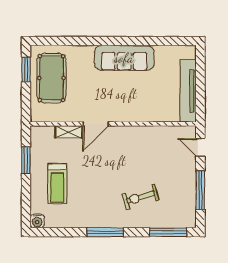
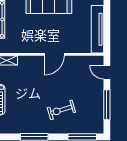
door: (96, 124) -> (54, 54), moved

